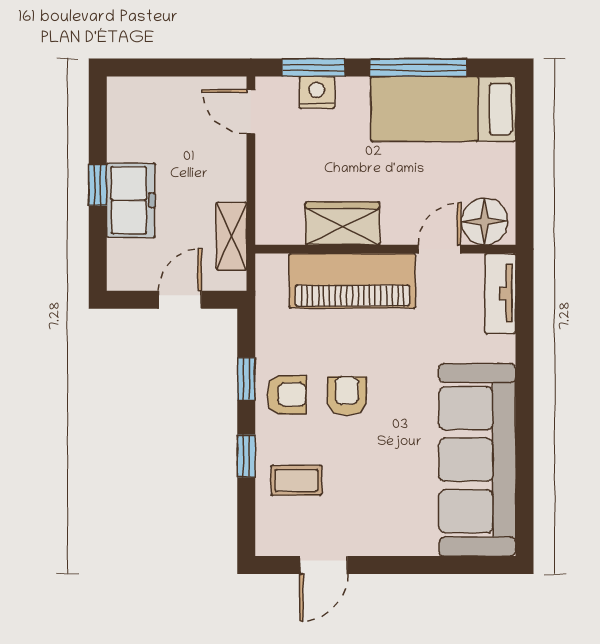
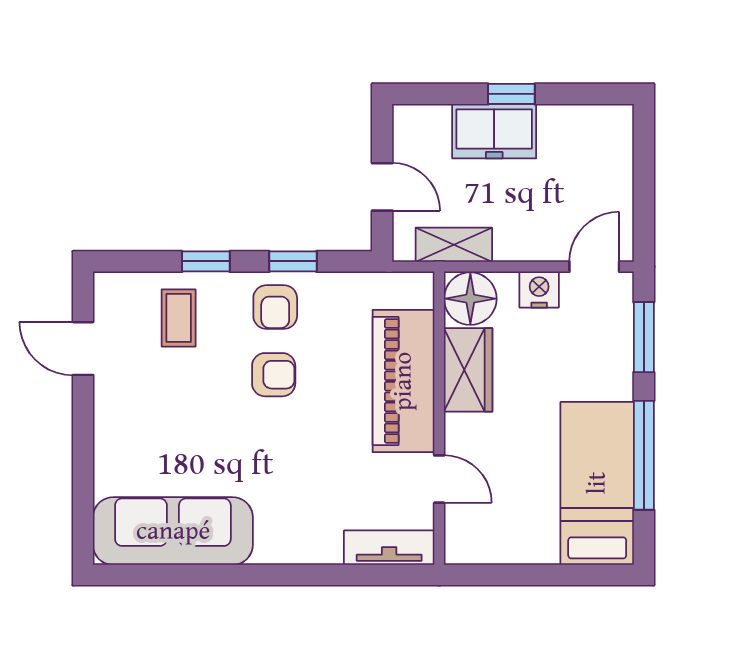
nightstand: (317, 92) -> (539, 290), moved, turned -90
floor lamp: (484, 222) -> (470, 299), moved
sofa: (477, 460) -> (173, 531), width x0.74, depth x0.79

